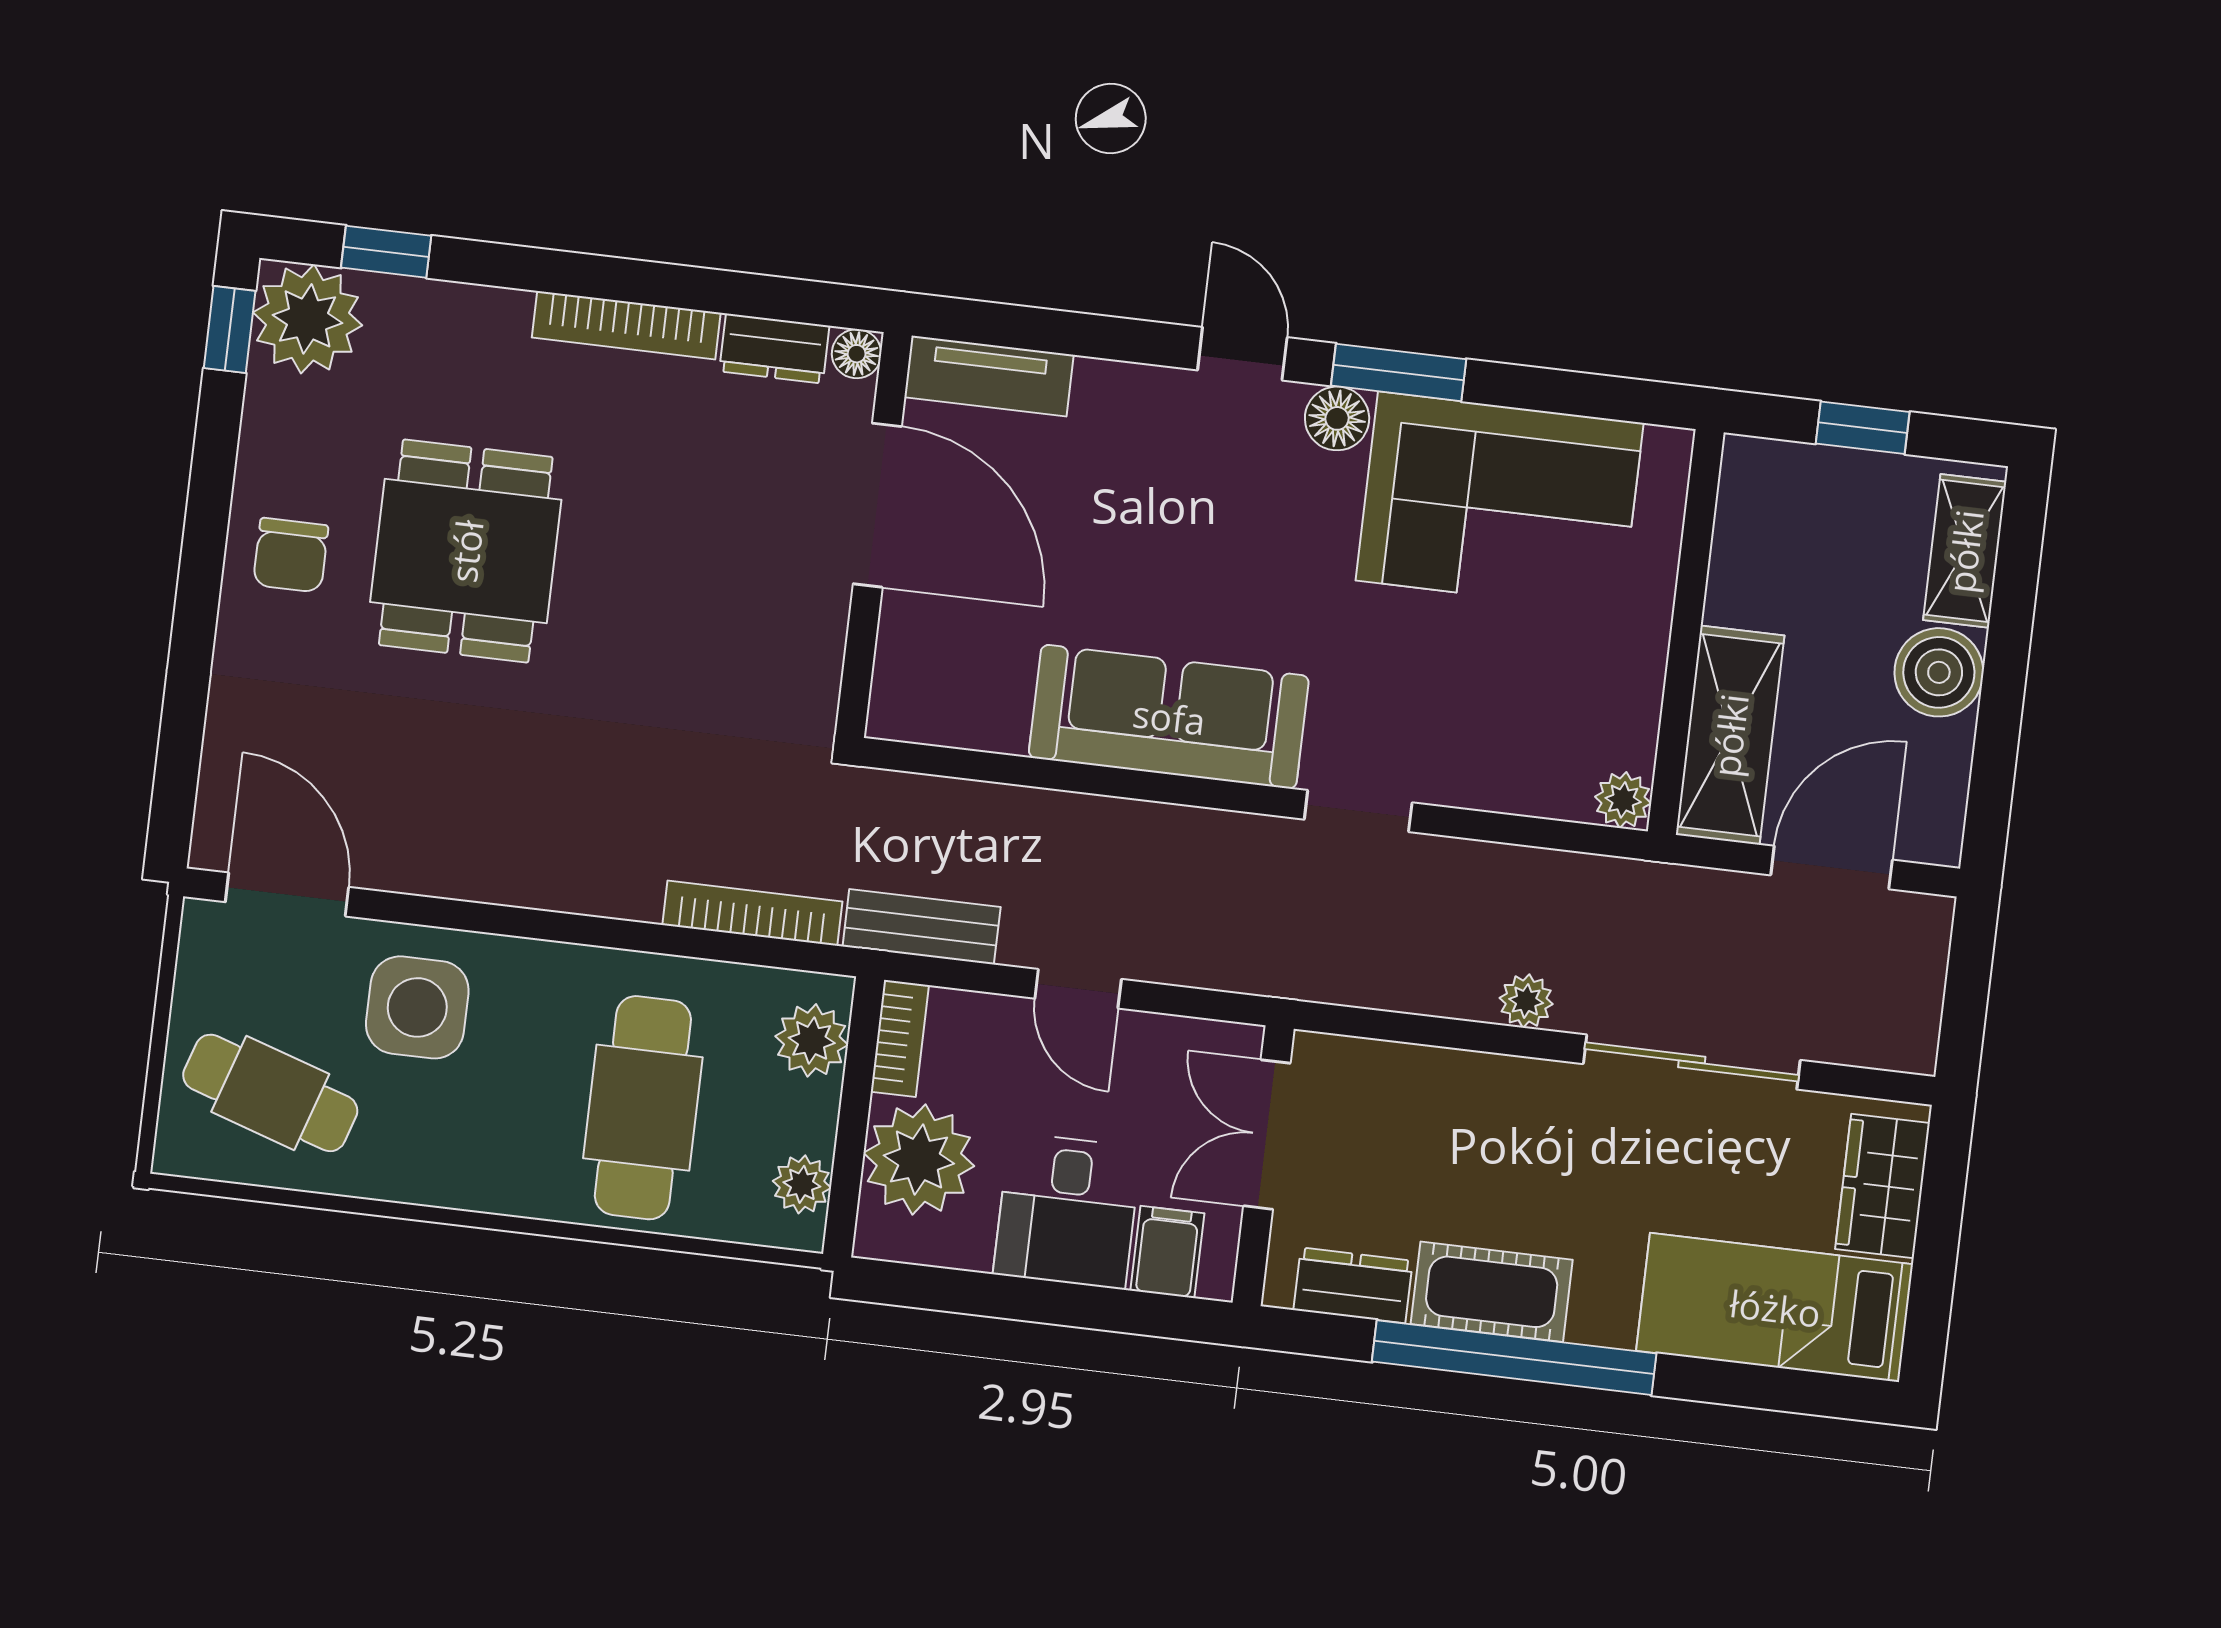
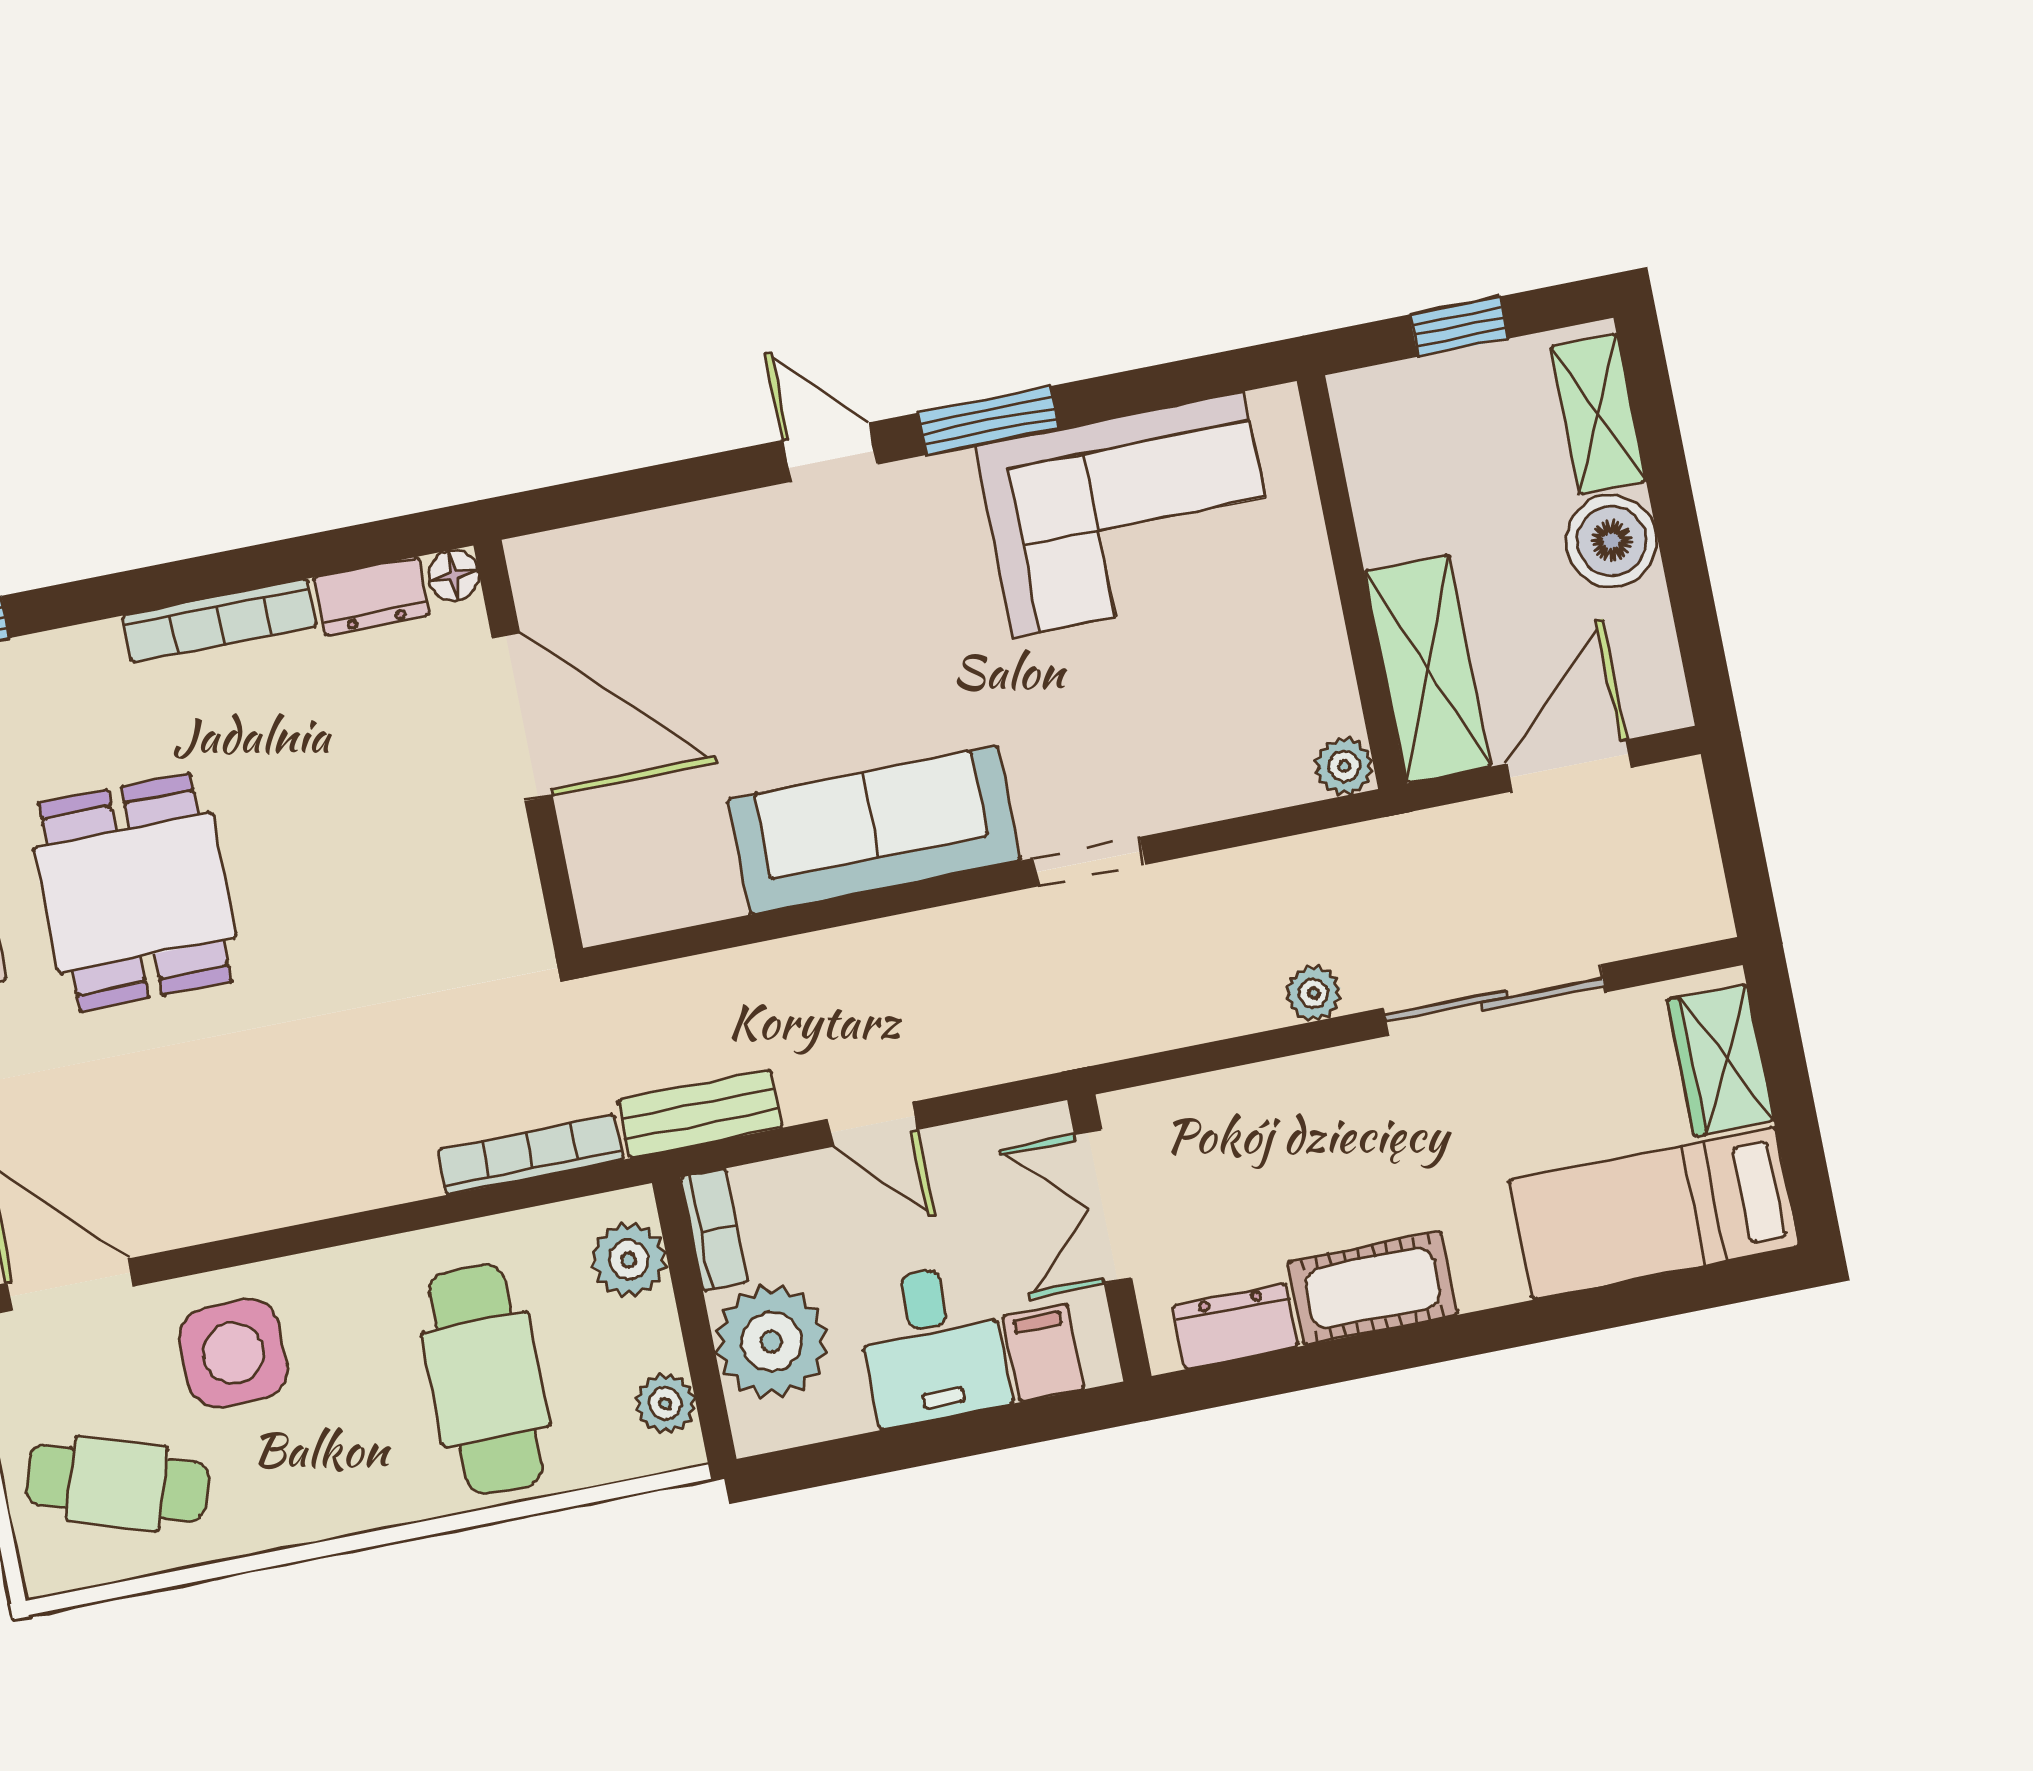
tv unit: (989, 376) -> (590, 555), removed
floor lamp: (1337, 418) -> (943, 485), removed
window: (1514, 1358) -> (1416, 1345), removed

